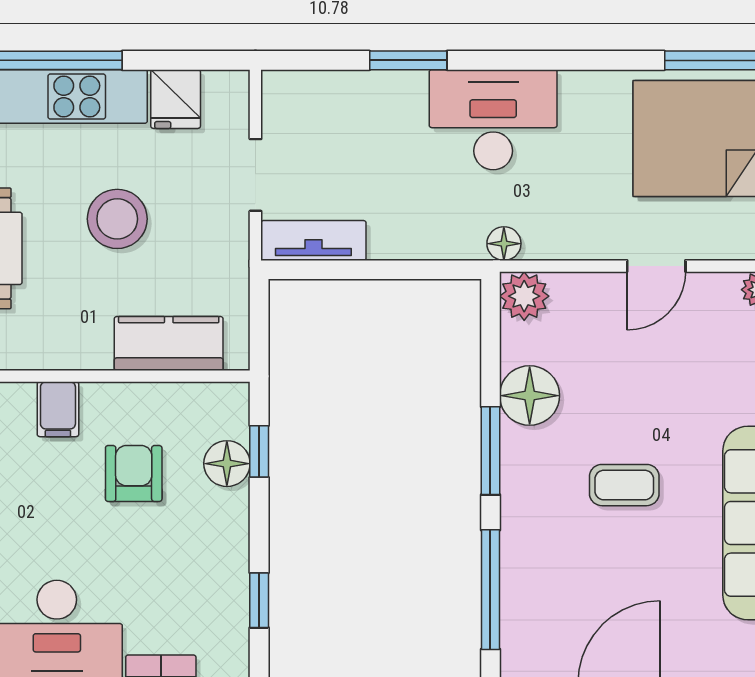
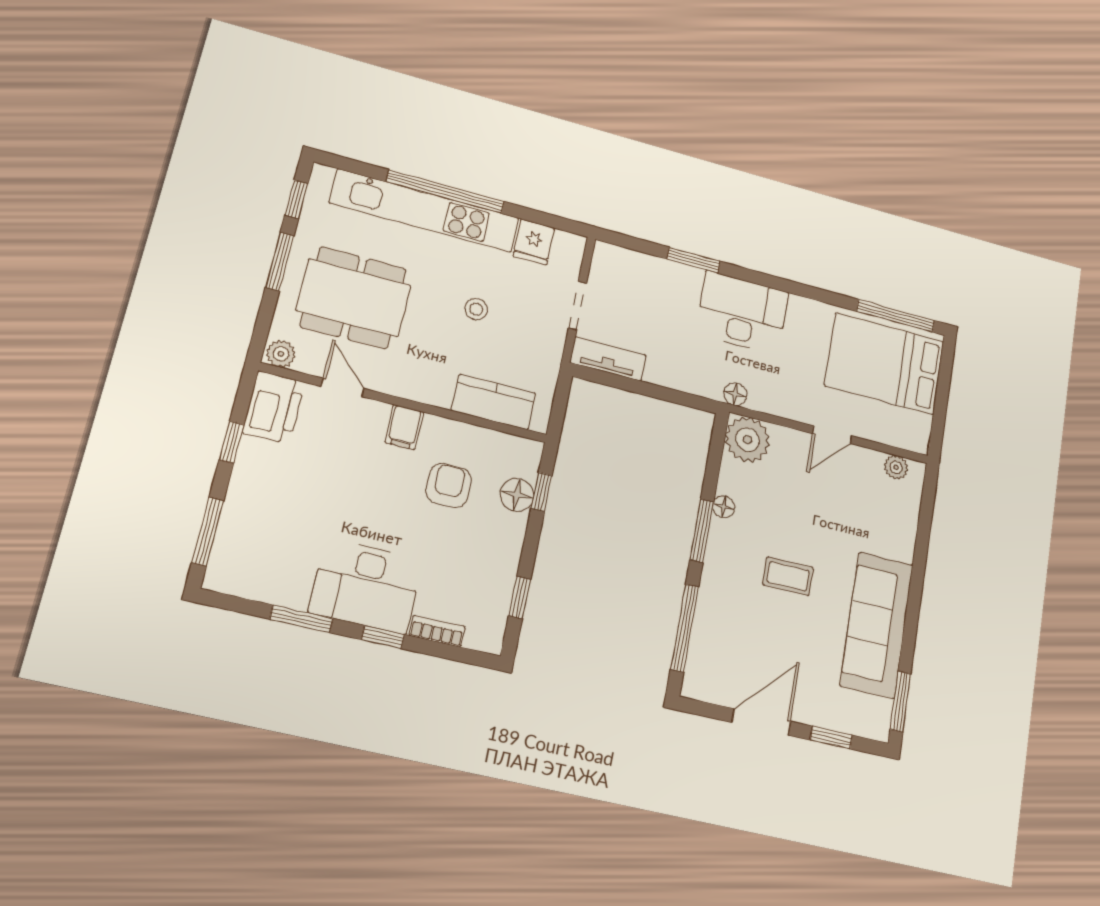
stool: (117, 219) -> (476, 309), width x0.53, depth x0.53
plant: (524, 296) -> (747, 440), width x1.36, depth x1.36
floor lamp: (530, 396) -> (724, 507), width x0.53, depth x0.53

